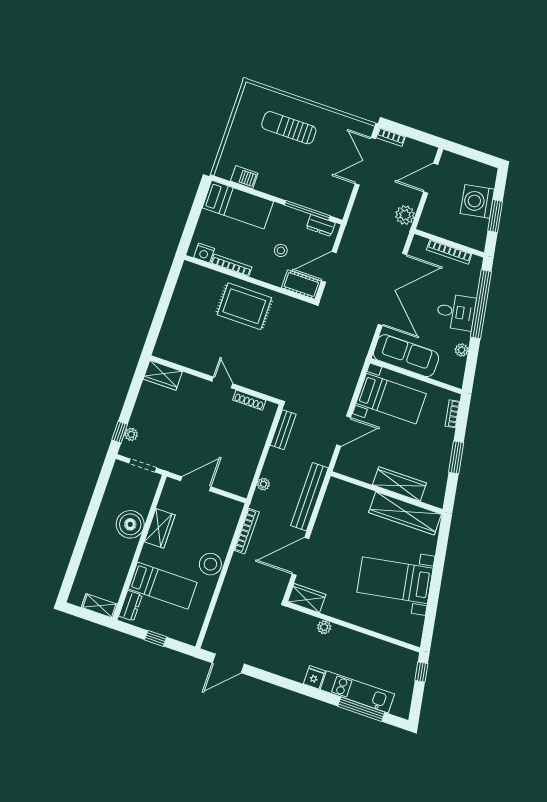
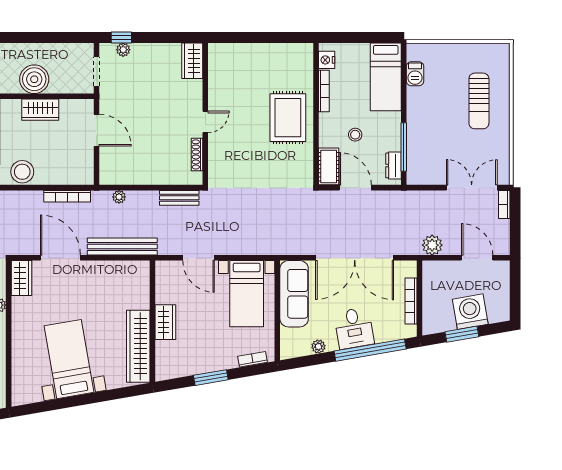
sun lounger: (289, 128) -> (479, 101), turned 180
wardrobe: (399, 484) -> (165, 322), width x0.67

